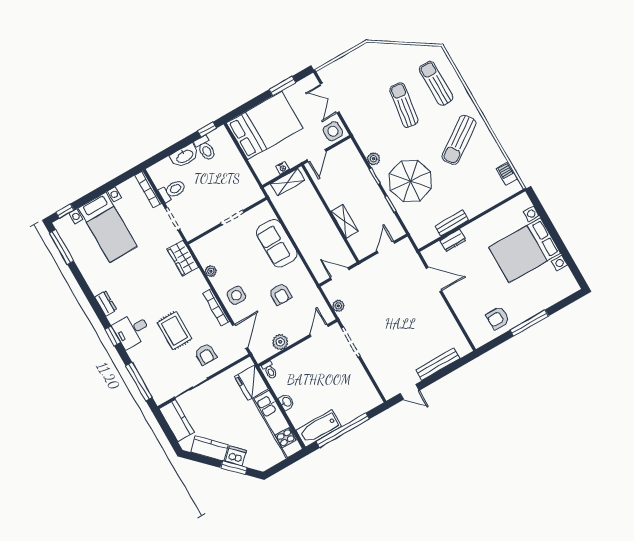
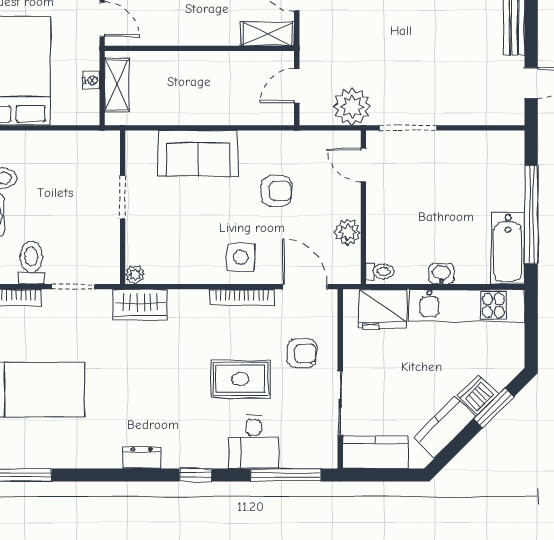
shelving: (345, 221) -> (267, 34), moved
plant: (211, 271) -> (135, 274), moved
plant: (338, 306) -> (352, 107), width x1.87, depth x1.87
desk: (132, 330) -> (253, 442), moved

